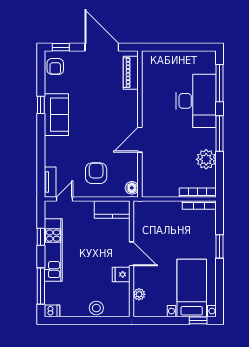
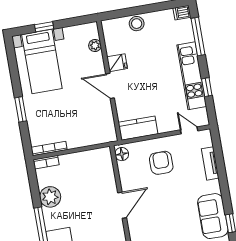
armchair: (96, 173) -> (161, 163), turned 180
tv unit: (50, 182) -> (210, 163), moved
bookcase: (198, 193) -> (46, 162), width x0.64
door: (65, 199) -> (189, 130), swing flipped
window: (198, 320) -> (44, 27), moved

